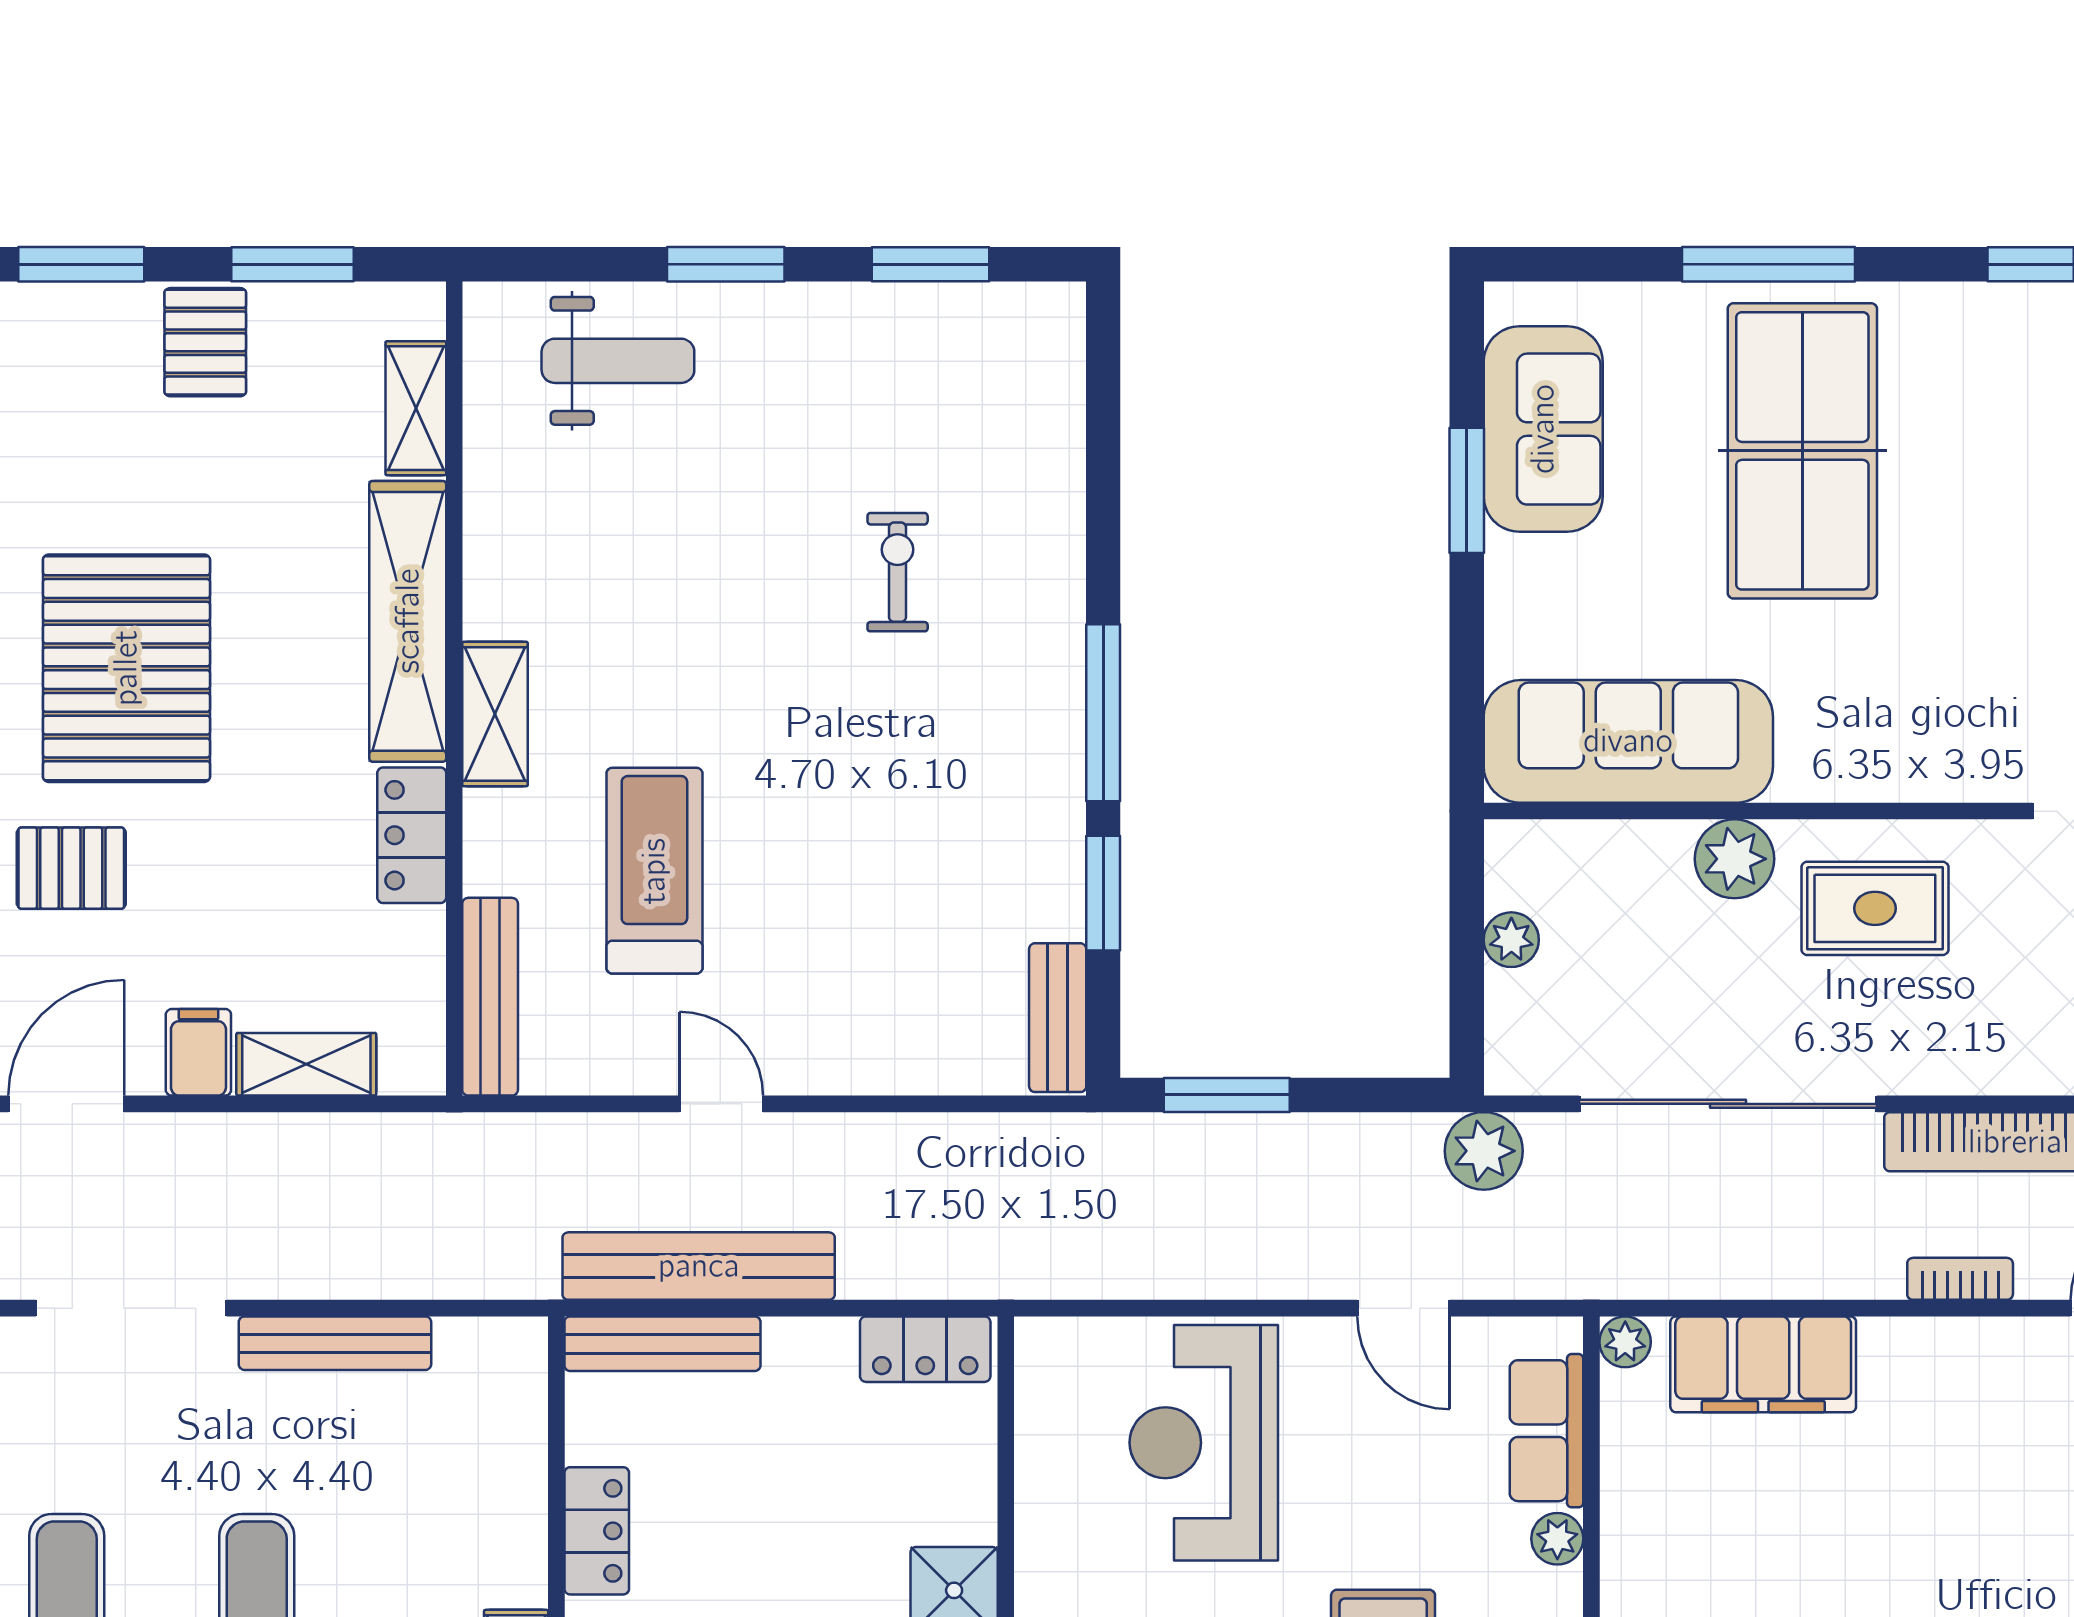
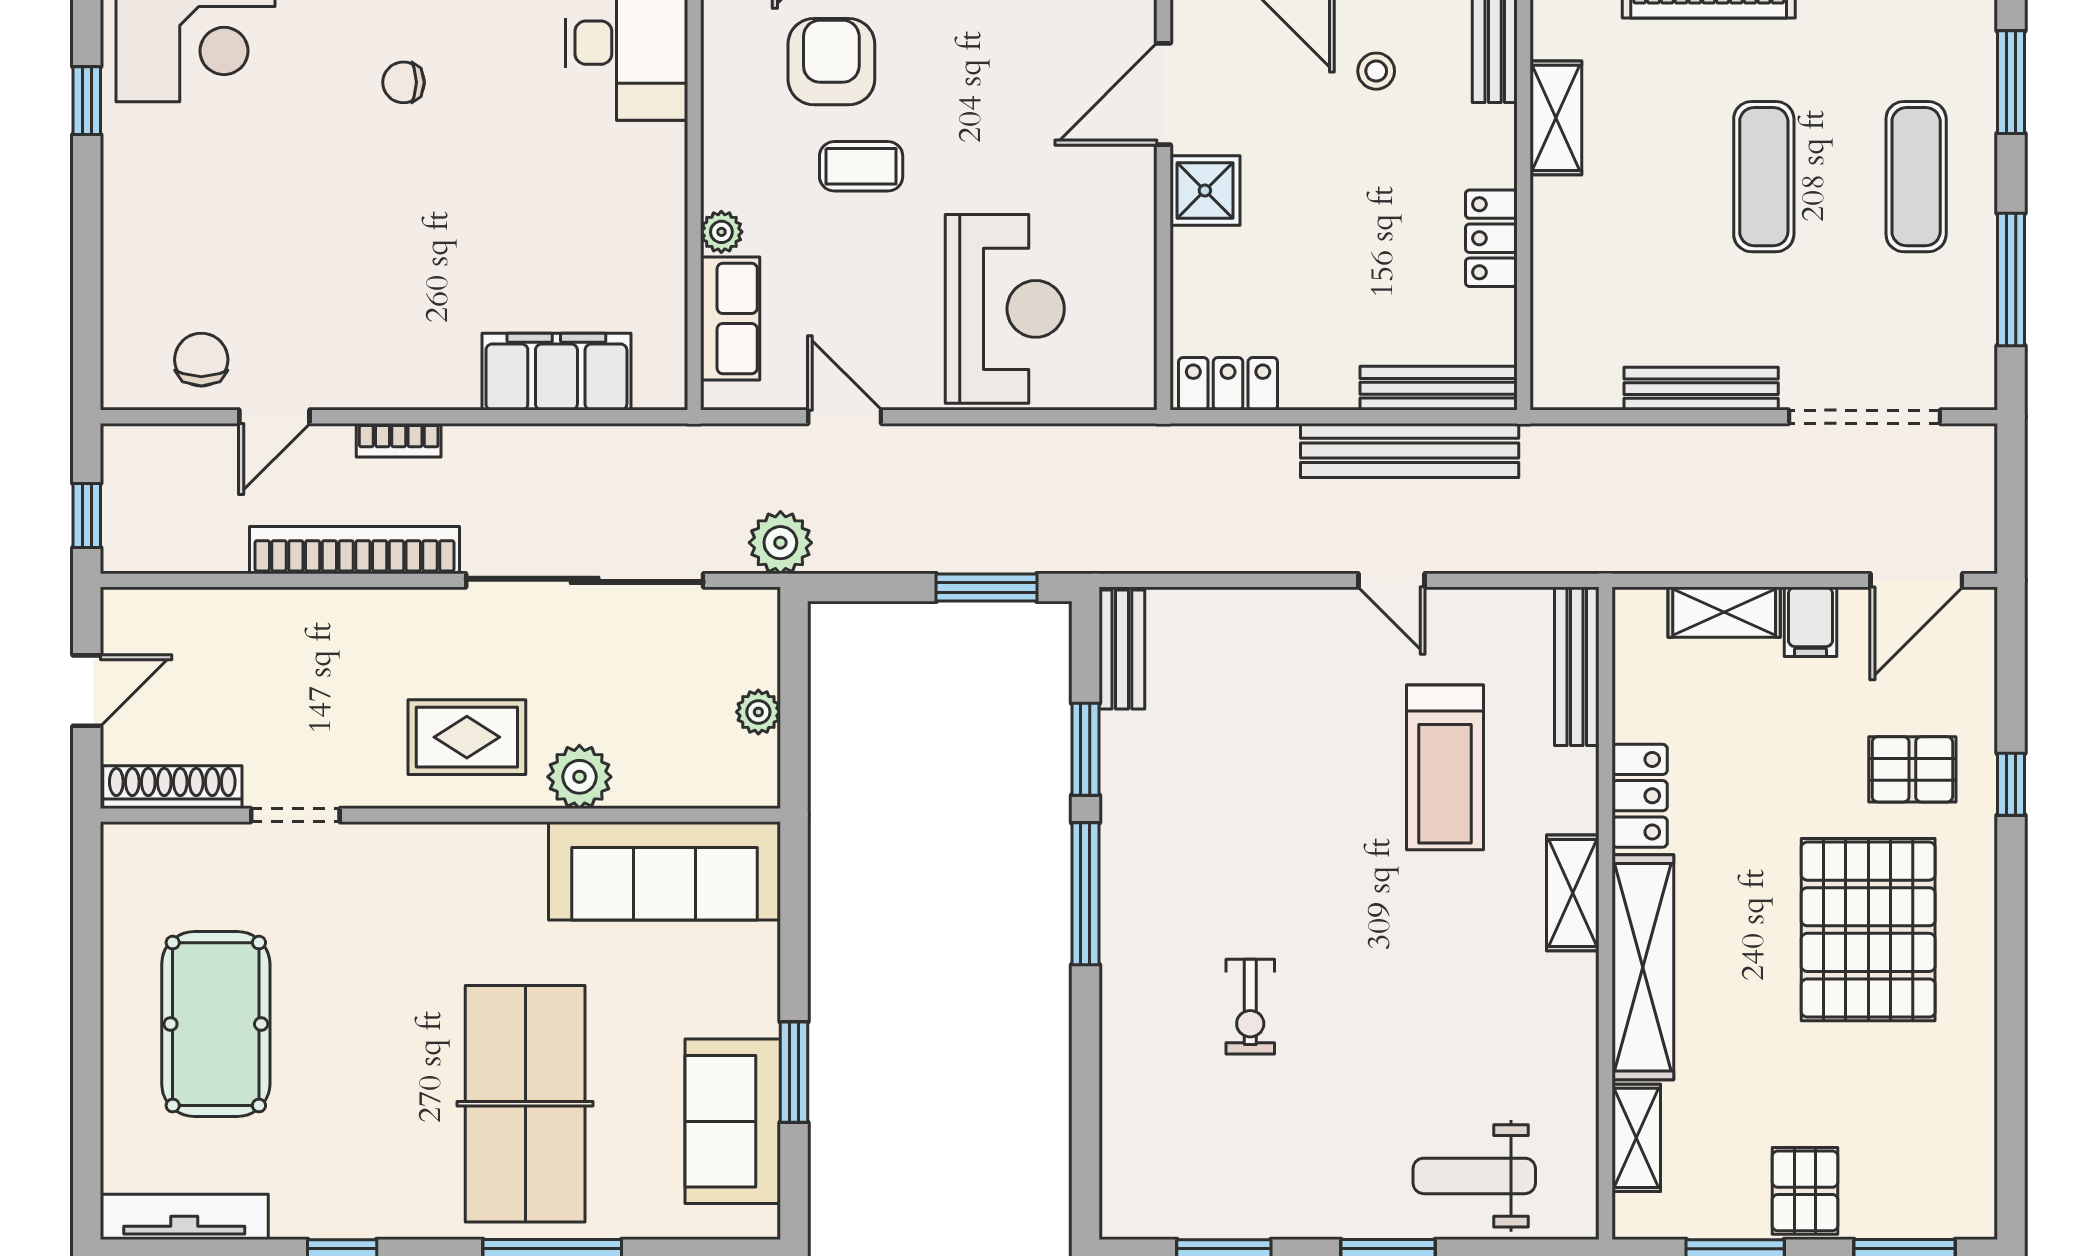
plant: (1625, 1342) -> (667, 390), removed

